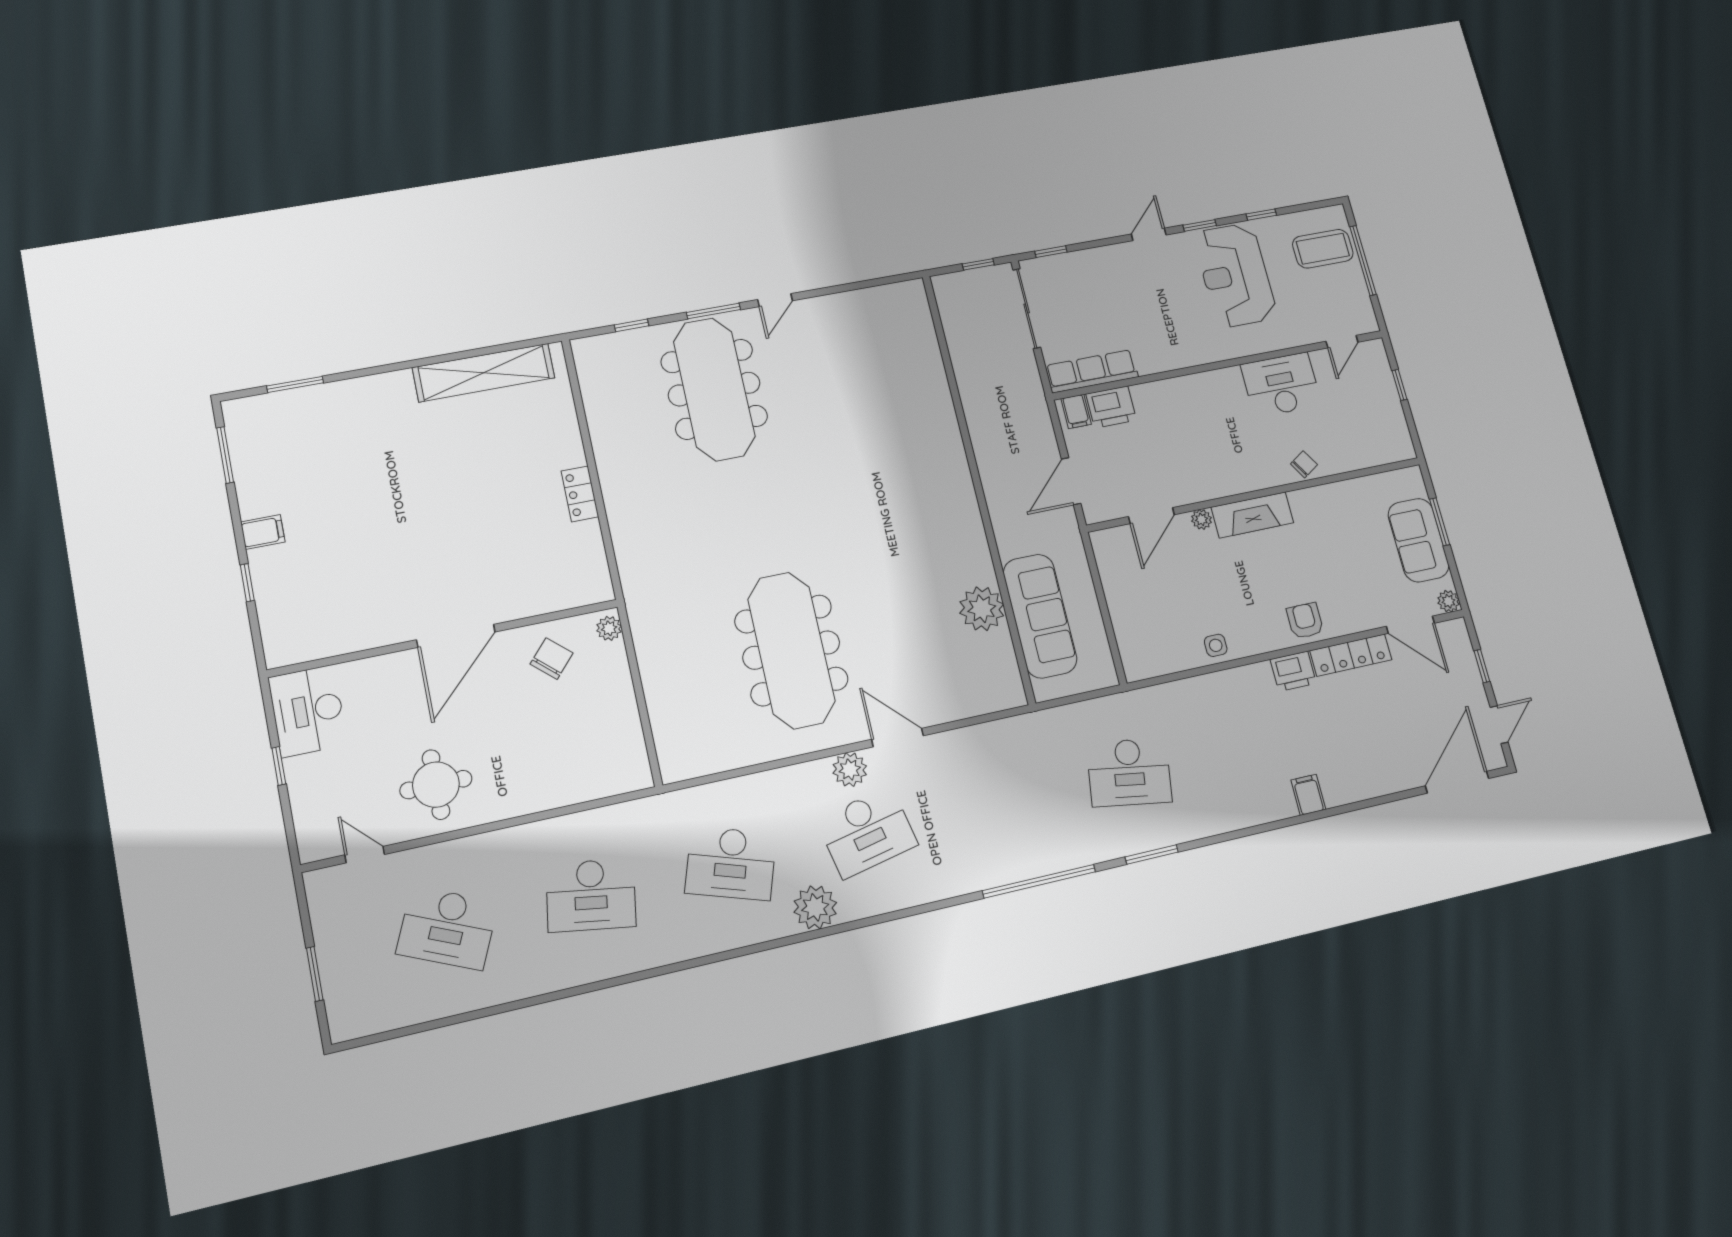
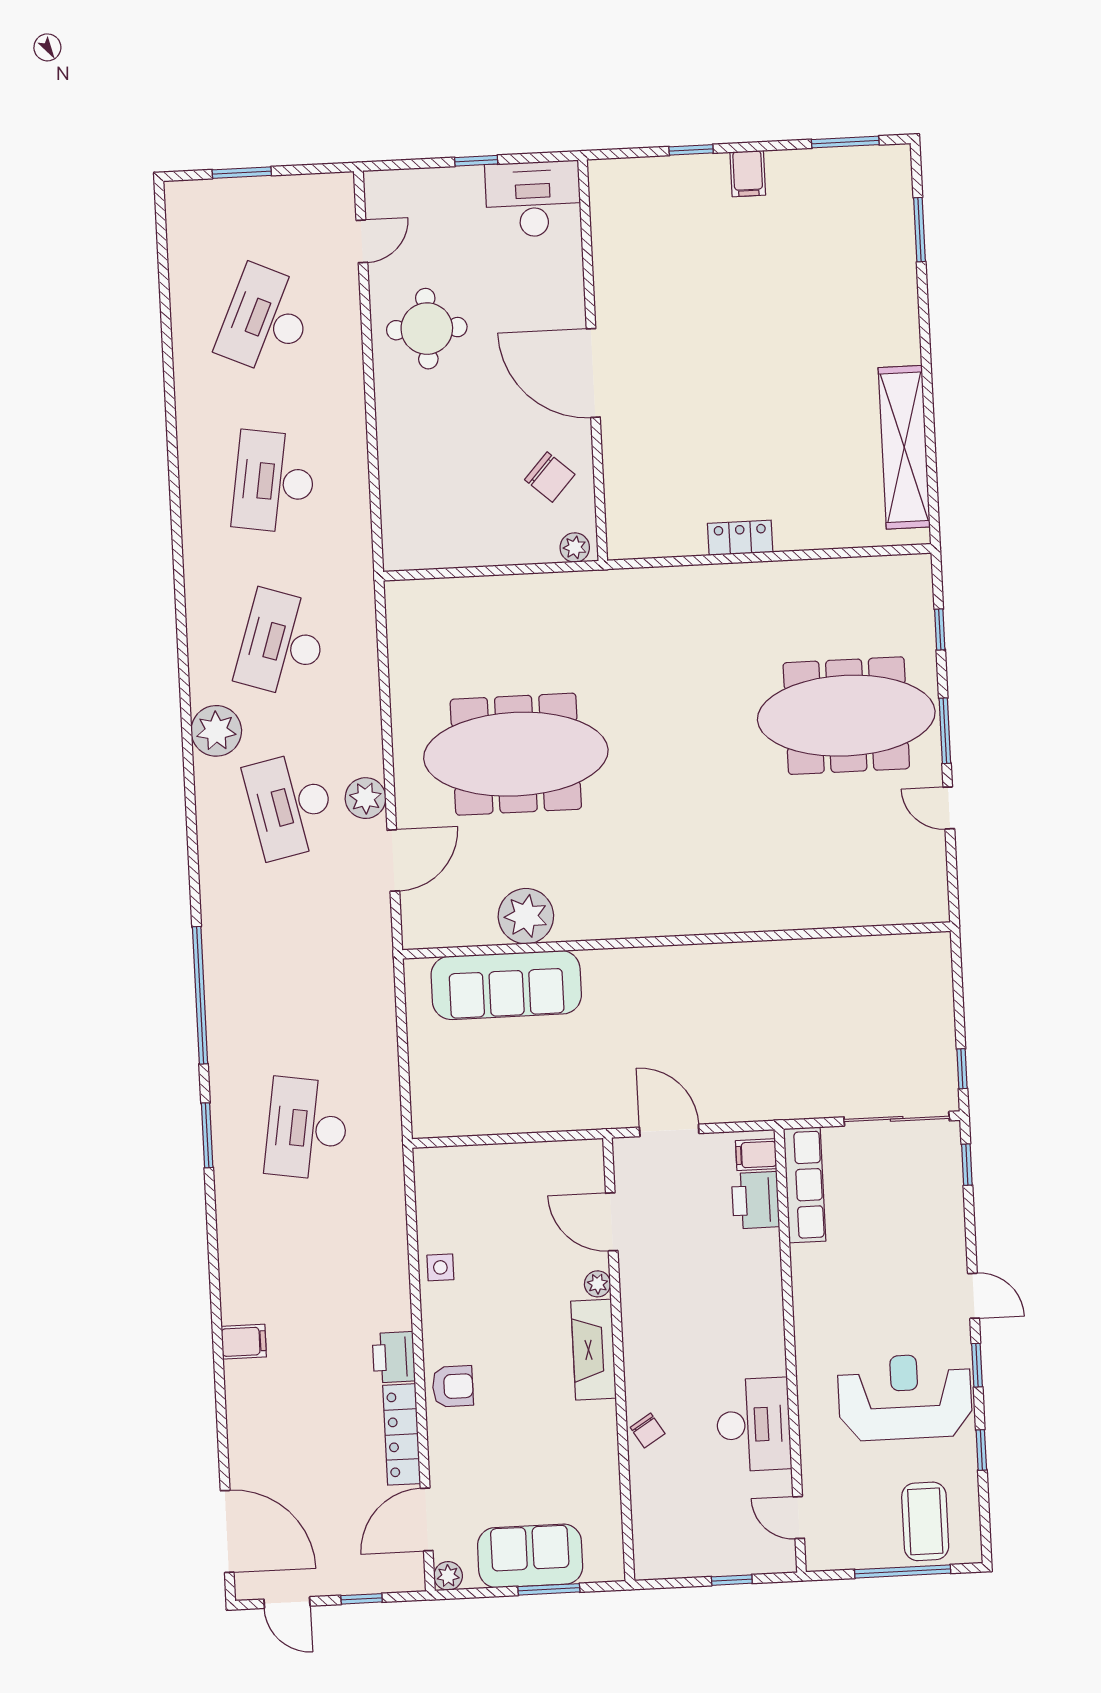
wall: (978, 486) -> (676, 940), moved
plant: (982, 609) -> (526, 916), moved
sofa: (1040, 616) -> (506, 985), moved

